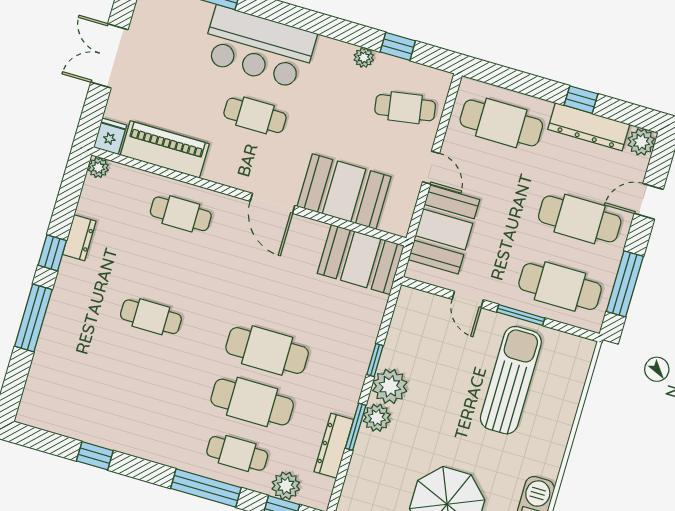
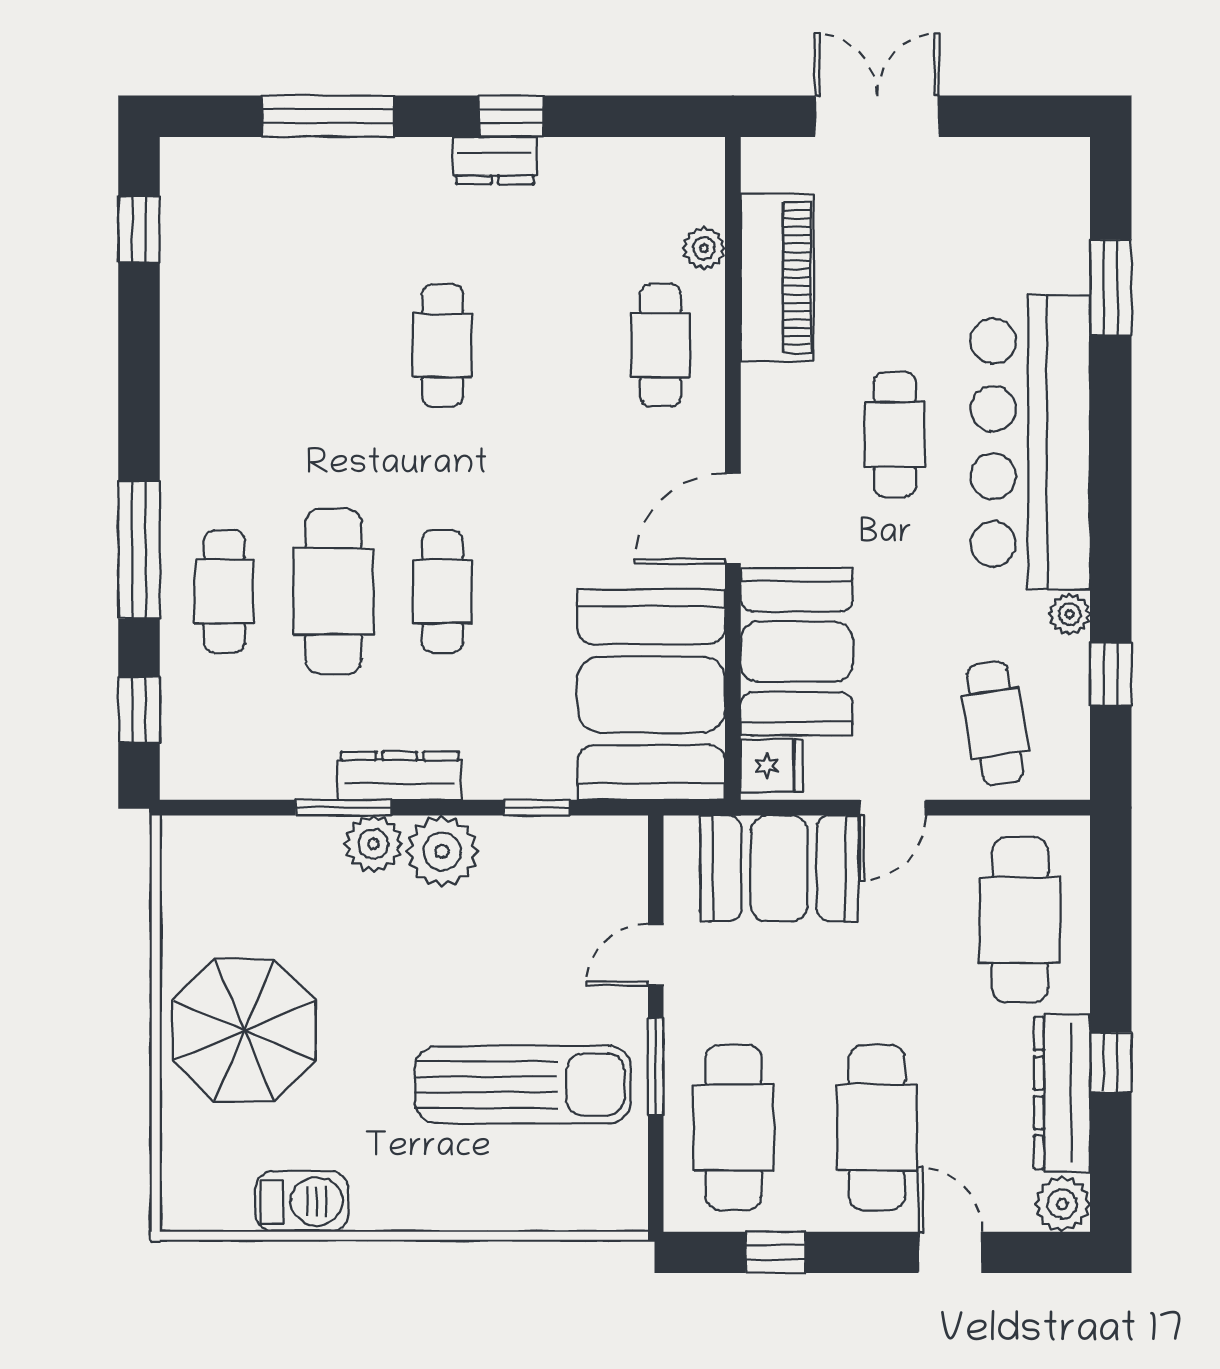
bar counter: (259, 47) -> (1030, 442), width x1.36
double door: (109, 56) -> (877, 116), moved
fridge: (110, 136) -> (772, 766), moved
plant: (98, 168) -> (704, 248), moved
dresser: (79, 238) -> (495, 160), moved
booth: (361, 260) -> (651, 695), width x1.36, depth x1.42
window: (625, 284) -> (775, 1252), width x0.46
window: (33, 318) -> (328, 116), moved
cafe table: (267, 351) -> (442, 591), width x0.73, depth x0.74
window: (375, 360) -> (537, 808), moved
dresser: (334, 446) -> (400, 776), moved
window: (95, 456) -> (139, 229), moved
plant: (286, 486) -> (189, 705), removed

